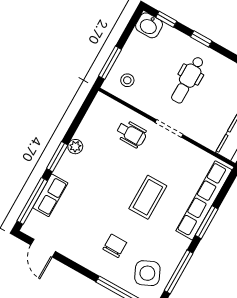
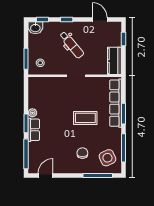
dental chair: (188, 80) -> (72, 45), turned -40
wheelchair: (131, 134) -> (58, 90), removed
row of seats: (50, 195) -> (34, 130), moved
coffee table: (148, 197) -> (85, 118), turned 90
door: (43, 248) -> (46, 175), swing flipped

